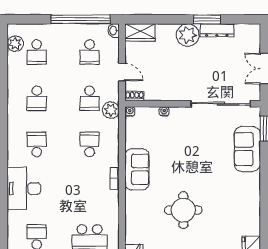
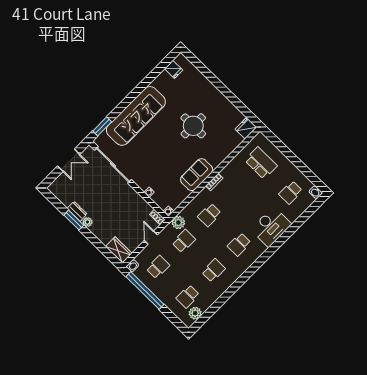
dresser: (217, 30) -> (77, 211), width x0.70
plant: (188, 35) -> (87, 222), width x0.53, depth x0.53
school desk: (37, 52) -> (188, 296), turned 180
sofa: (247, 149) -> (136, 116), width x1.85, depth x1.27

